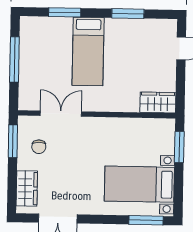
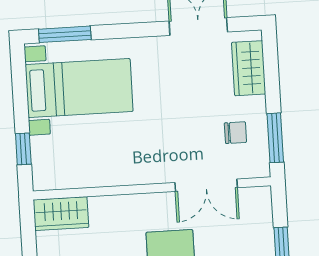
chair: (39, 147) -> (235, 133), turned 90
window: (179, 147) -> (23, 149), width x0.67

